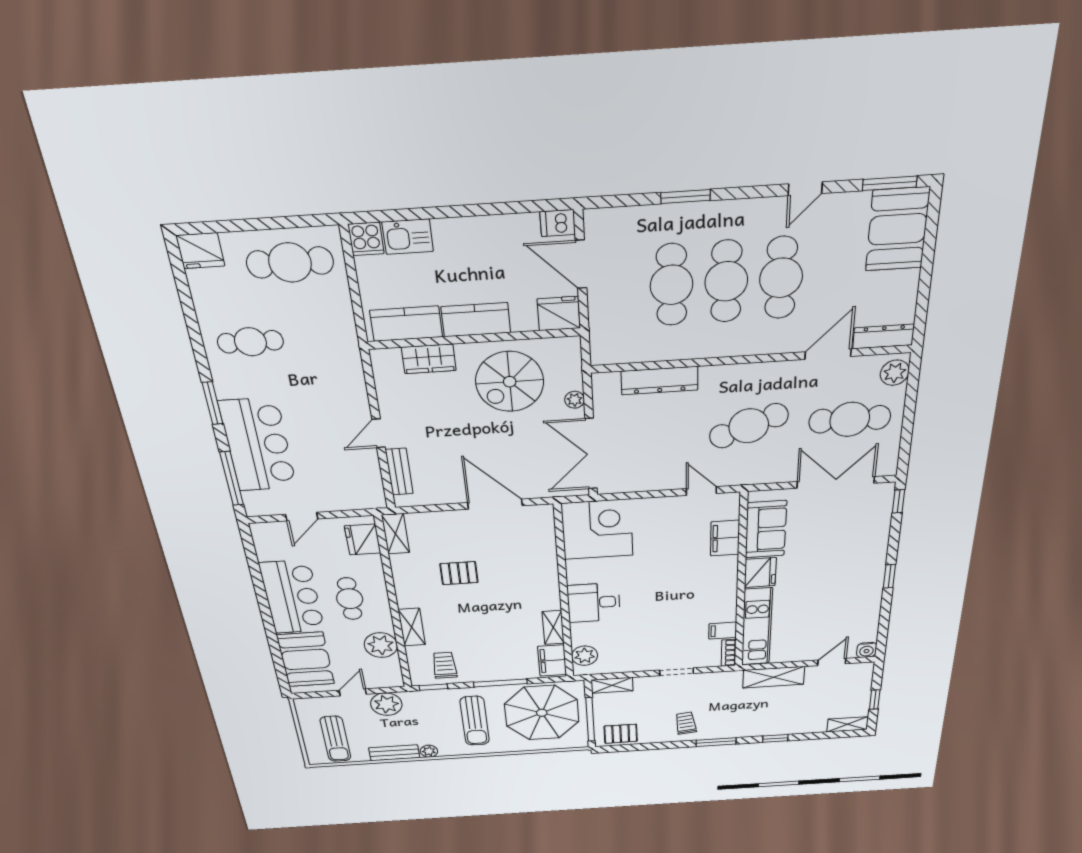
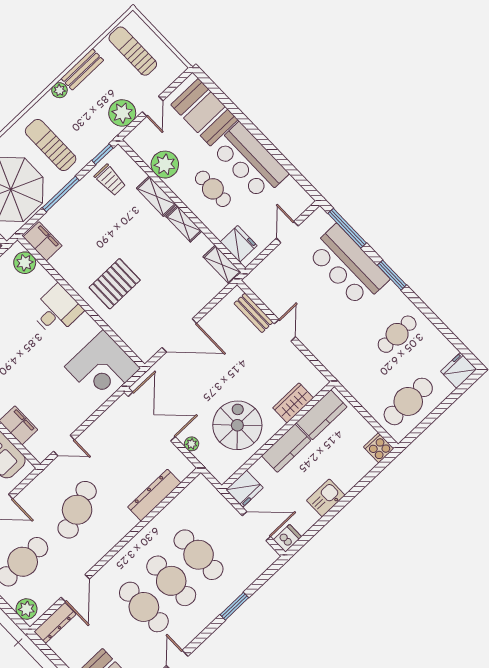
kitchen sink: (408, 237) -> (326, 498), moved
pallet: (459, 573) -> (115, 284), moved, width x1.50, depth x1.42
shelving: (553, 627) -> (184, 224), moved

